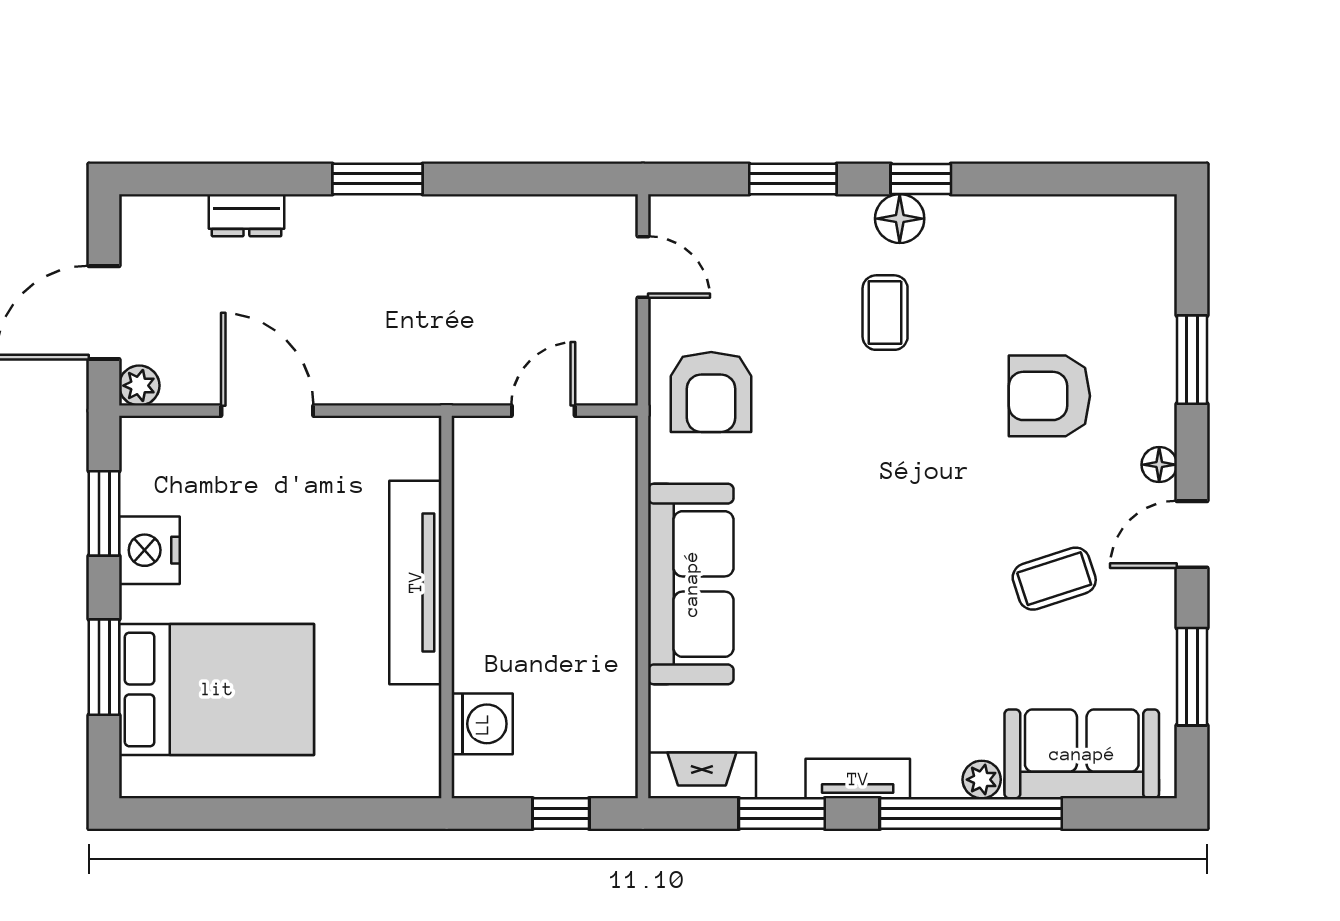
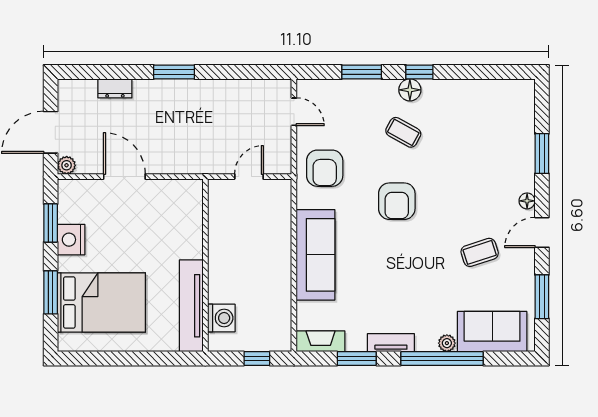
coffee table: (885, 313) -> (403, 132), turned -61
armchair: (1049, 396) -> (397, 201), moved, turned -90
tv unit: (415, 582) -> (191, 306), moved

